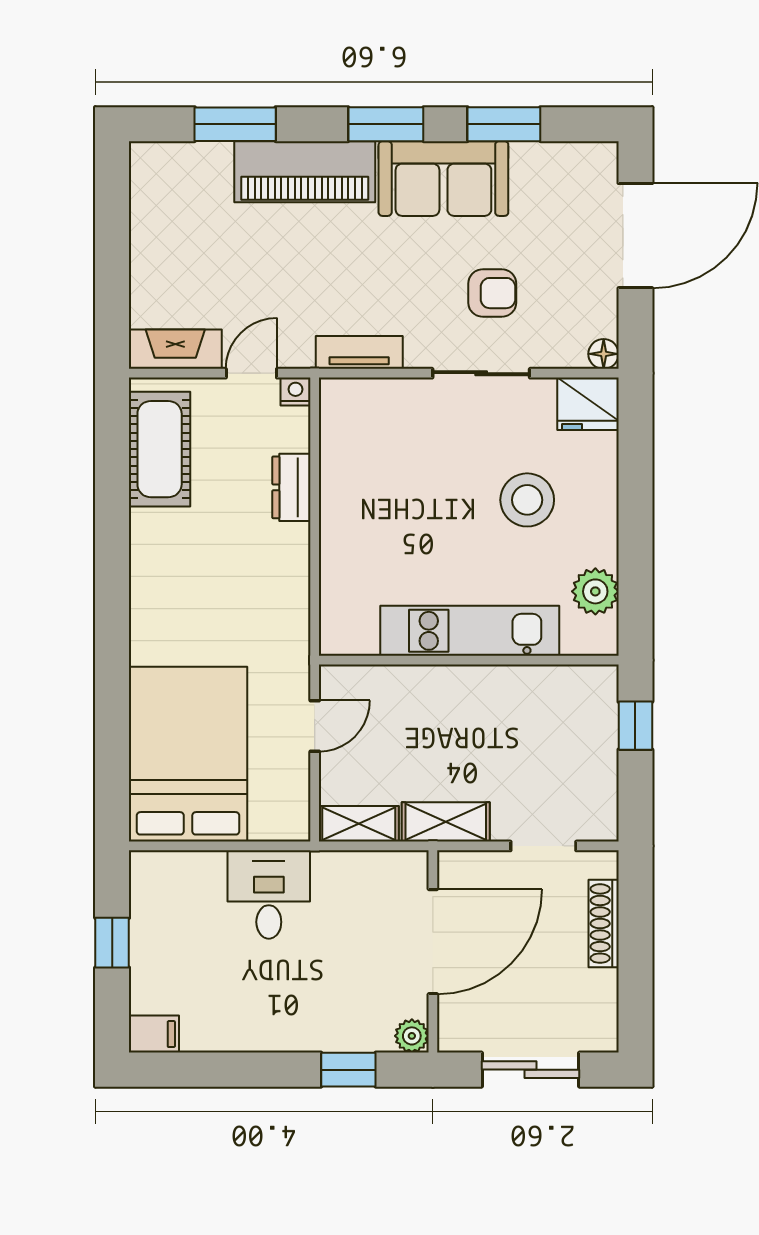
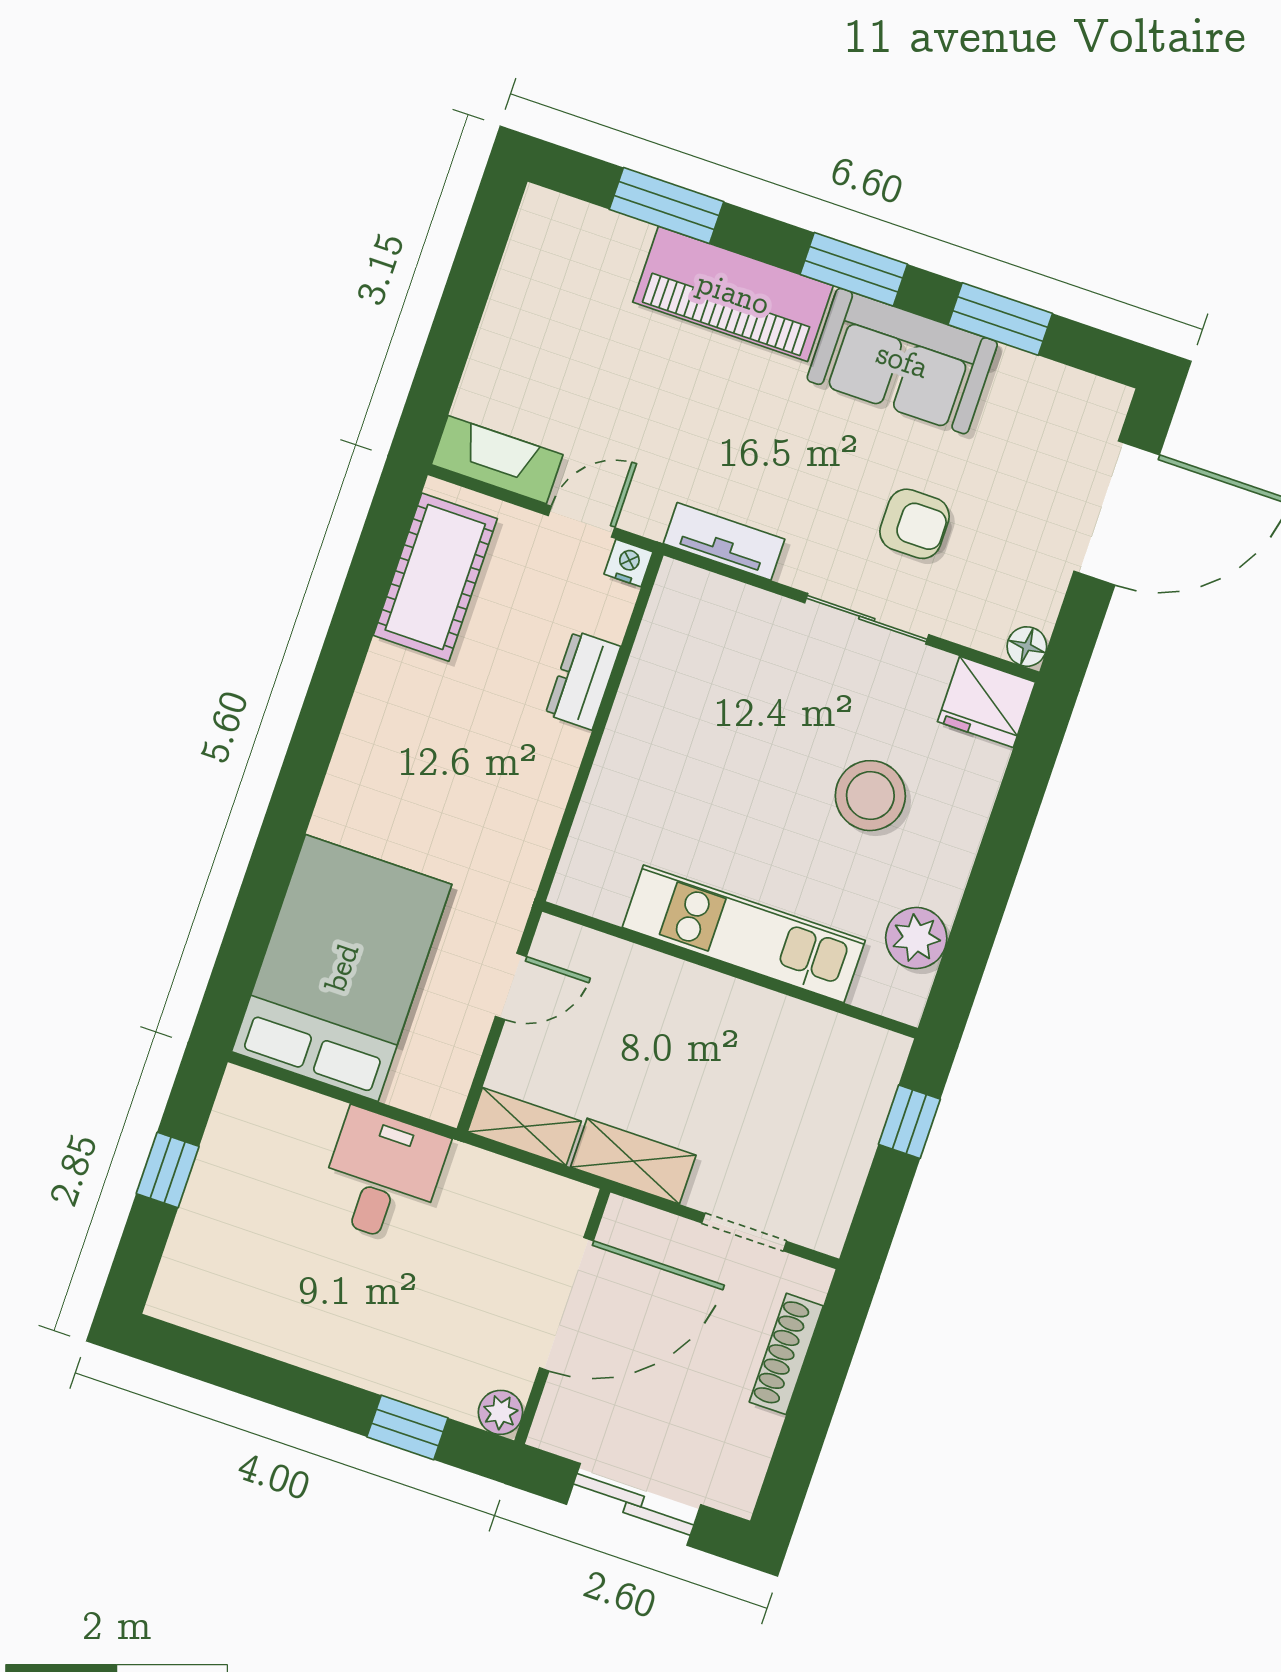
filing cabinet: (154, 1034) -> (181, 1301), removed

